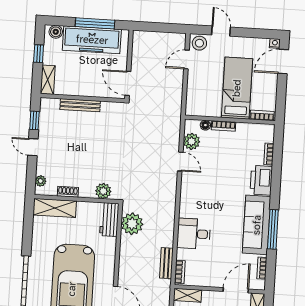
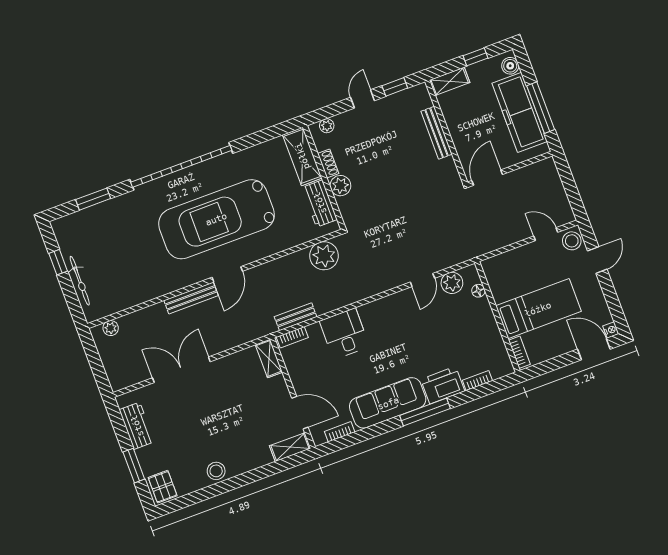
bookcase: (223, 126) -> (487, 312), removed
plant: (103, 191) -> (340, 186), moved
workbench: (109, 219) -> (320, 203), moved, turned -90
window: (273, 229) -> (425, 412), moved

